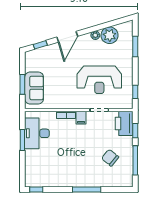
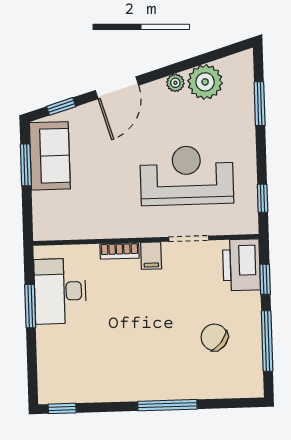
reception desk: (99, 80) -> (187, 175), turned 180
window: (22, 84) -> (26, 165), moved
sofa: (34, 88) -> (50, 156), moved

